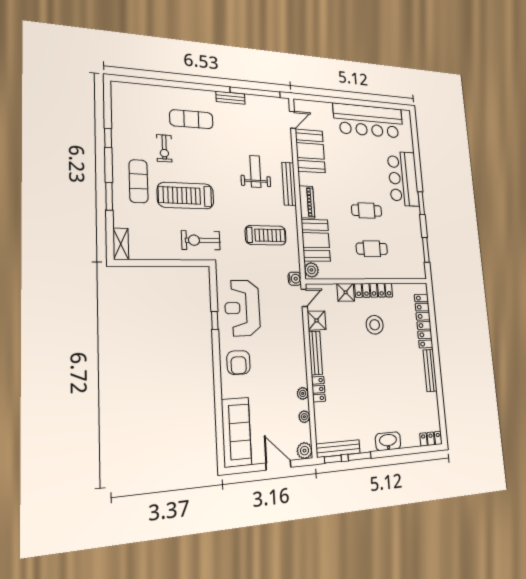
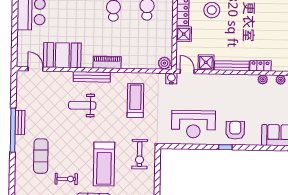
window: (255, 92) -> (13, 130), moved
booth: (316, 240) -> (140, 57), removed
window: (215, 320) -> (225, 147), moved
armchair: (238, 362) -> (235, 130), turned -90

